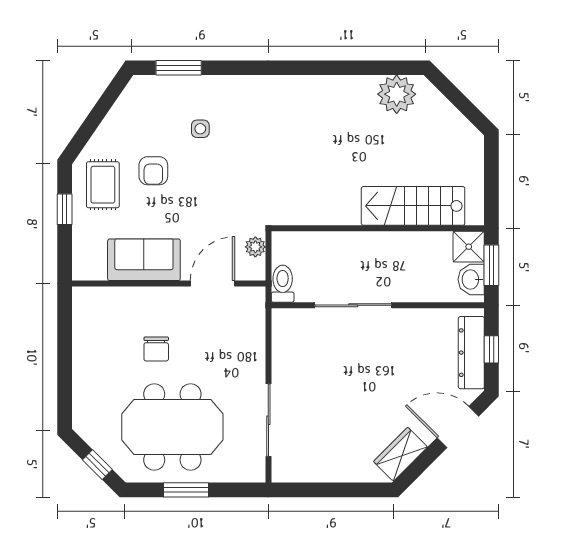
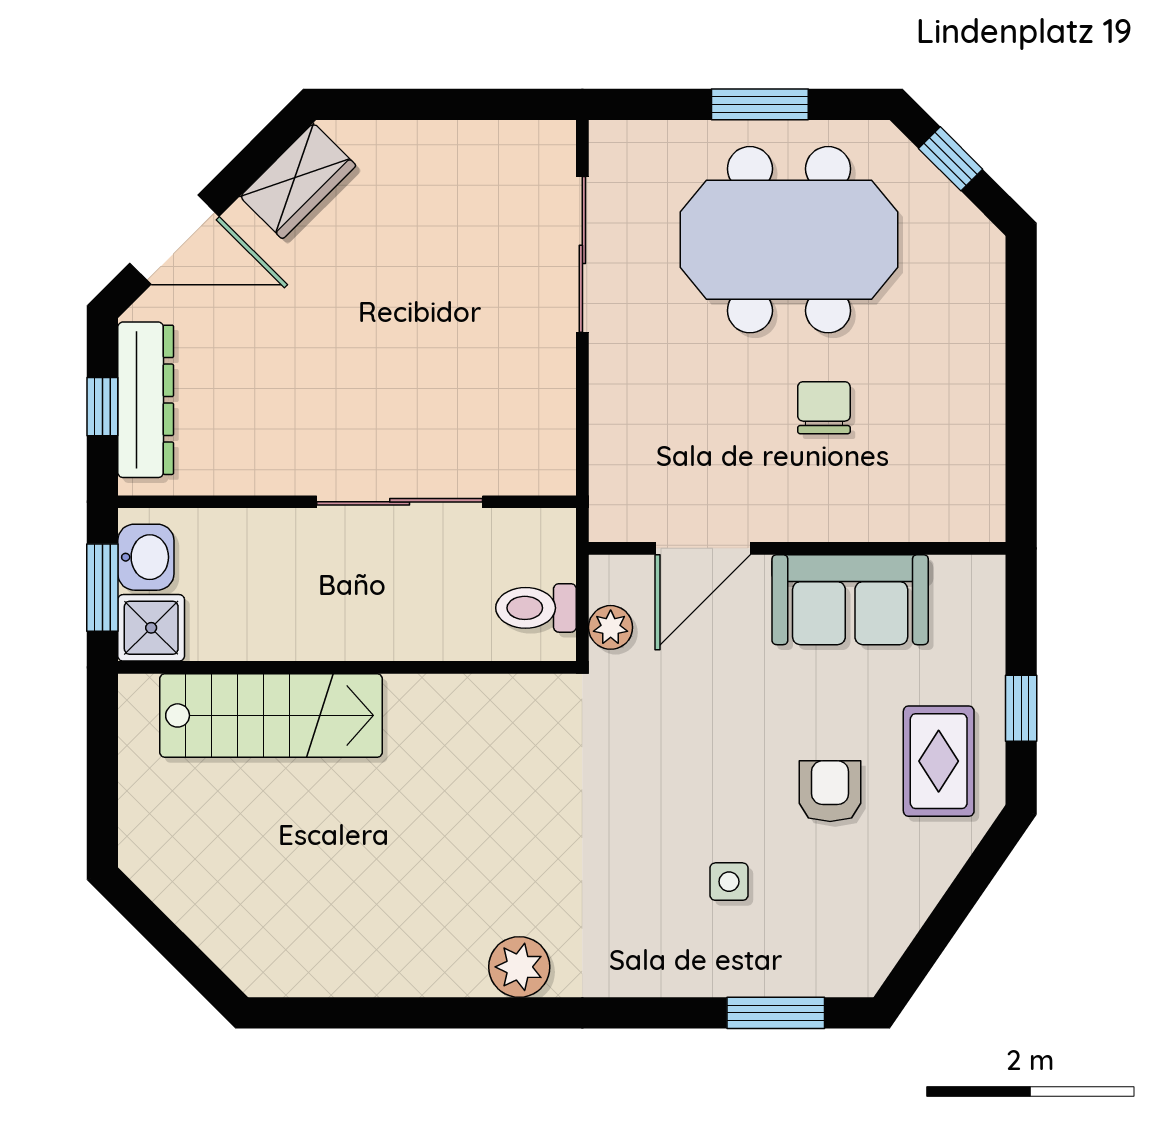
plant: (397, 94) -> (519, 967), moved, width x0.73, depth x0.73
toilet: (283, 284) -> (536, 608), moved, turned 90

